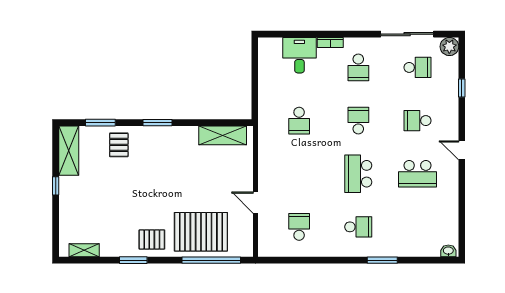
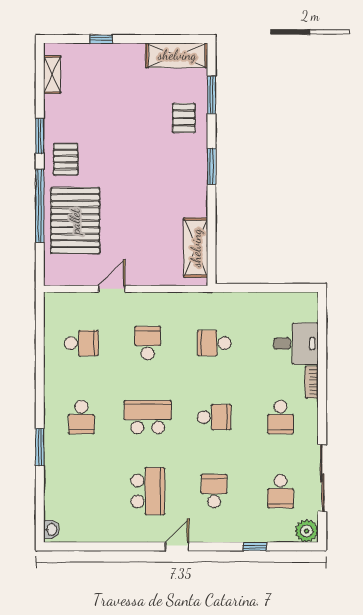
school desk: (358, 67) -> (281, 417), turned -90
pallet: (119, 145) -> (184, 118), turned 90
school desk: (299, 174) -> (148, 343), added
school desk: (417, 174) -> (148, 491), turned 180
window: (56, 186) -> (101, 39), moved
window: (211, 260) -> (40, 206), moved

